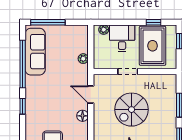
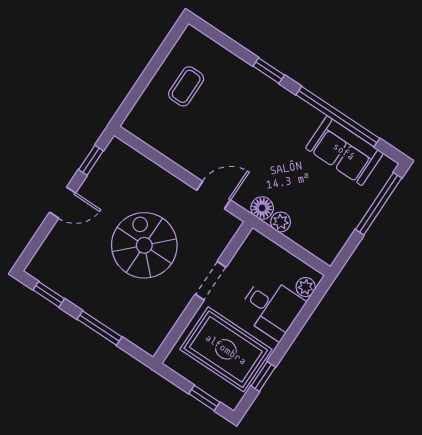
sofa: (35, 52) -> (344, 151), width x0.73
floor lamp: (83, 116) -> (262, 208), moved

